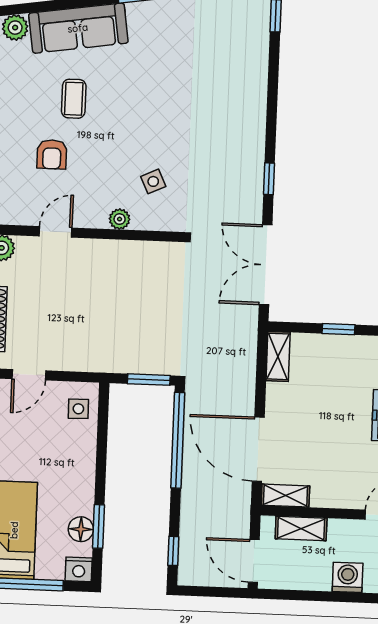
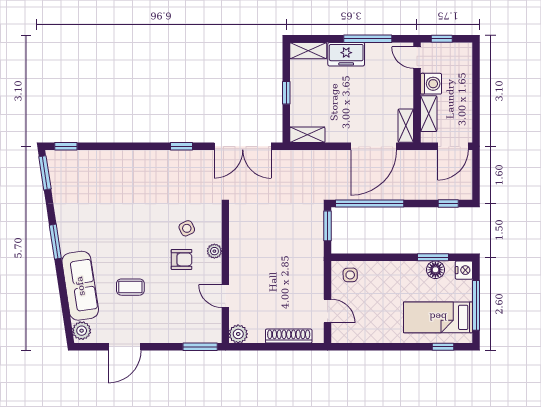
armchair: (52, 154) -> (181, 259), moved
washing machine: (348, 577) -> (431, 84), moved, turned 180

